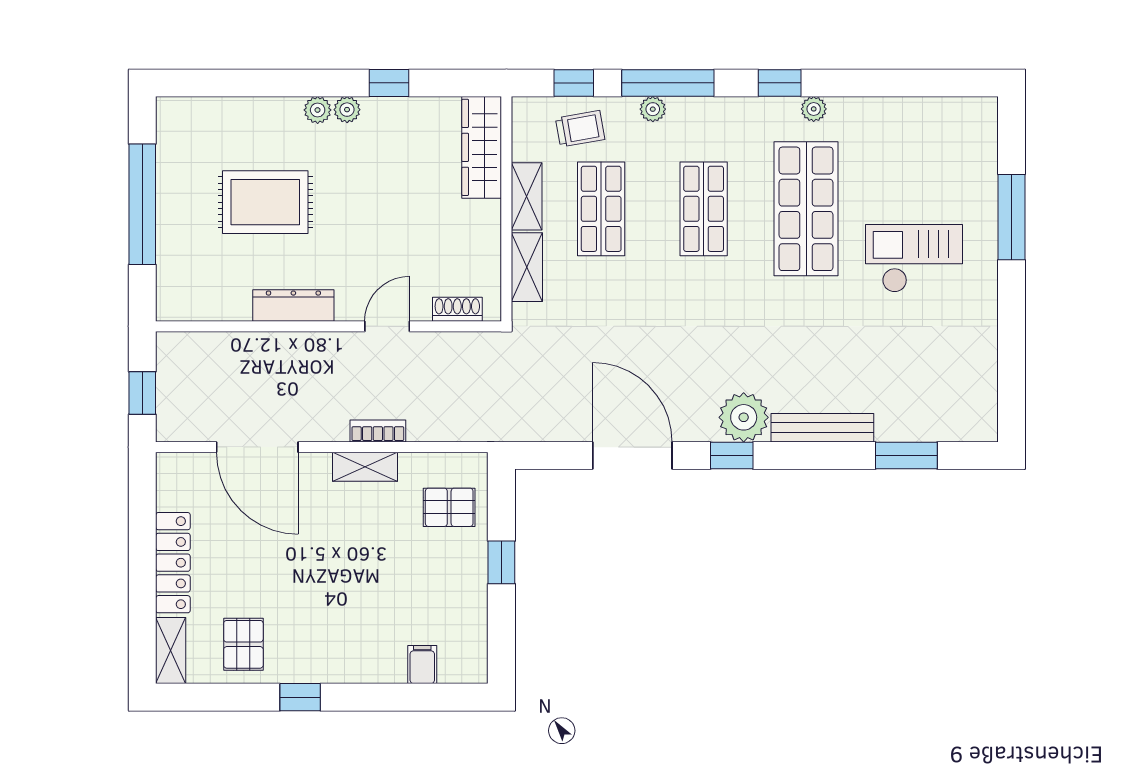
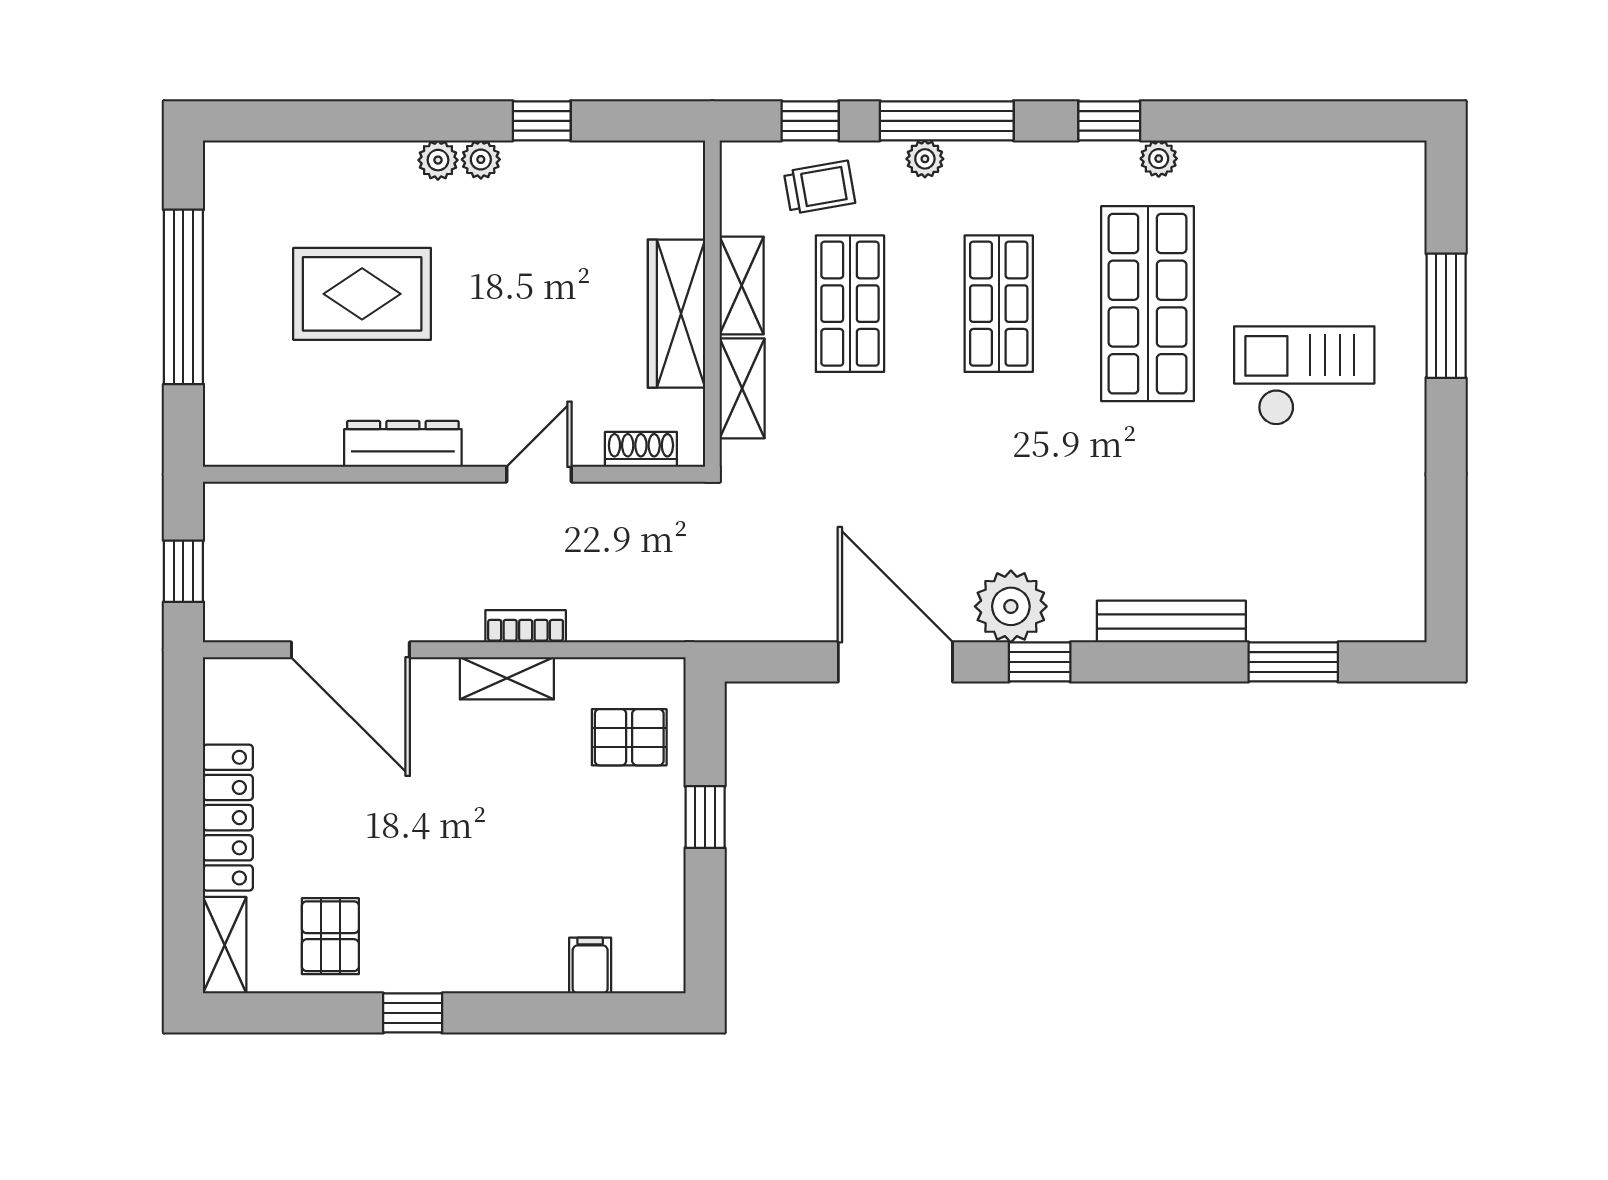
wardrobe: (482, 147) -> (676, 314), moved
plant: (744, 417) -> (1011, 606), moved

